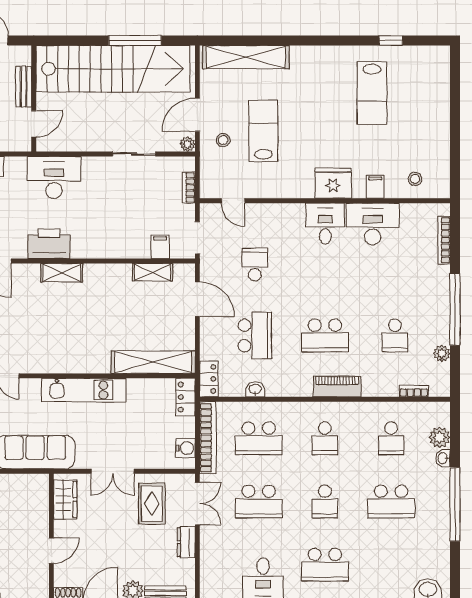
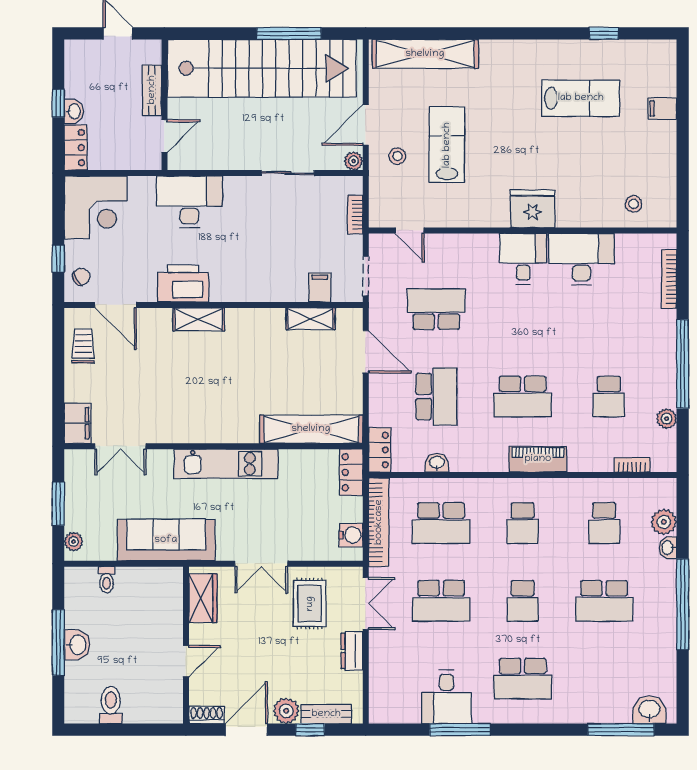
lab bench: (372, 93) -> (581, 98), turned -90
filing cabinet: (375, 187) -> (662, 109), moved, turned -90
school desk: (255, 264) -> (436, 309), width x1.85

